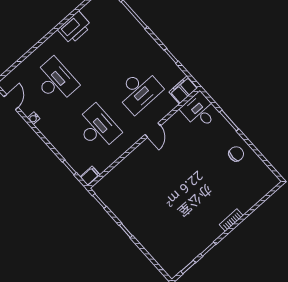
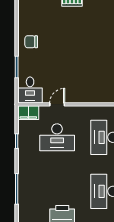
desk: (139, 91) -> (57, 137), turned 180
door: (153, 130) -> (57, 104), moved

